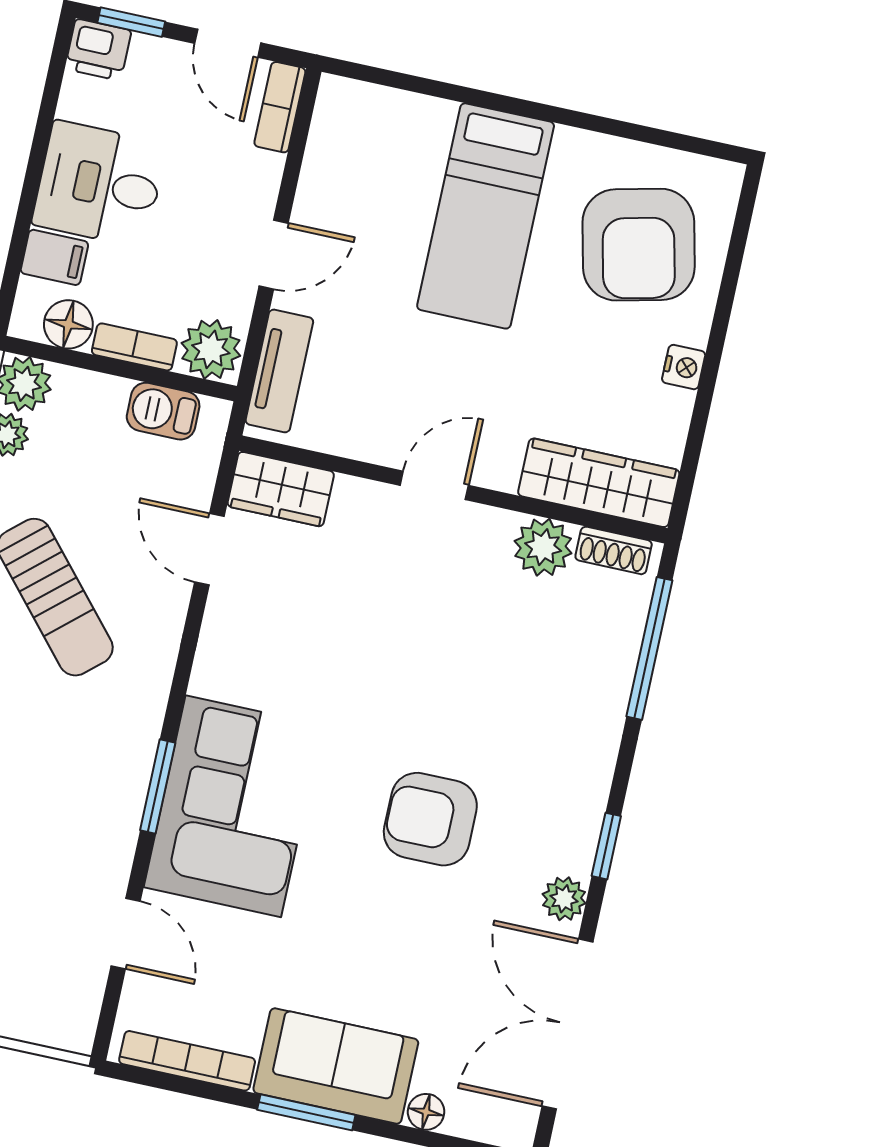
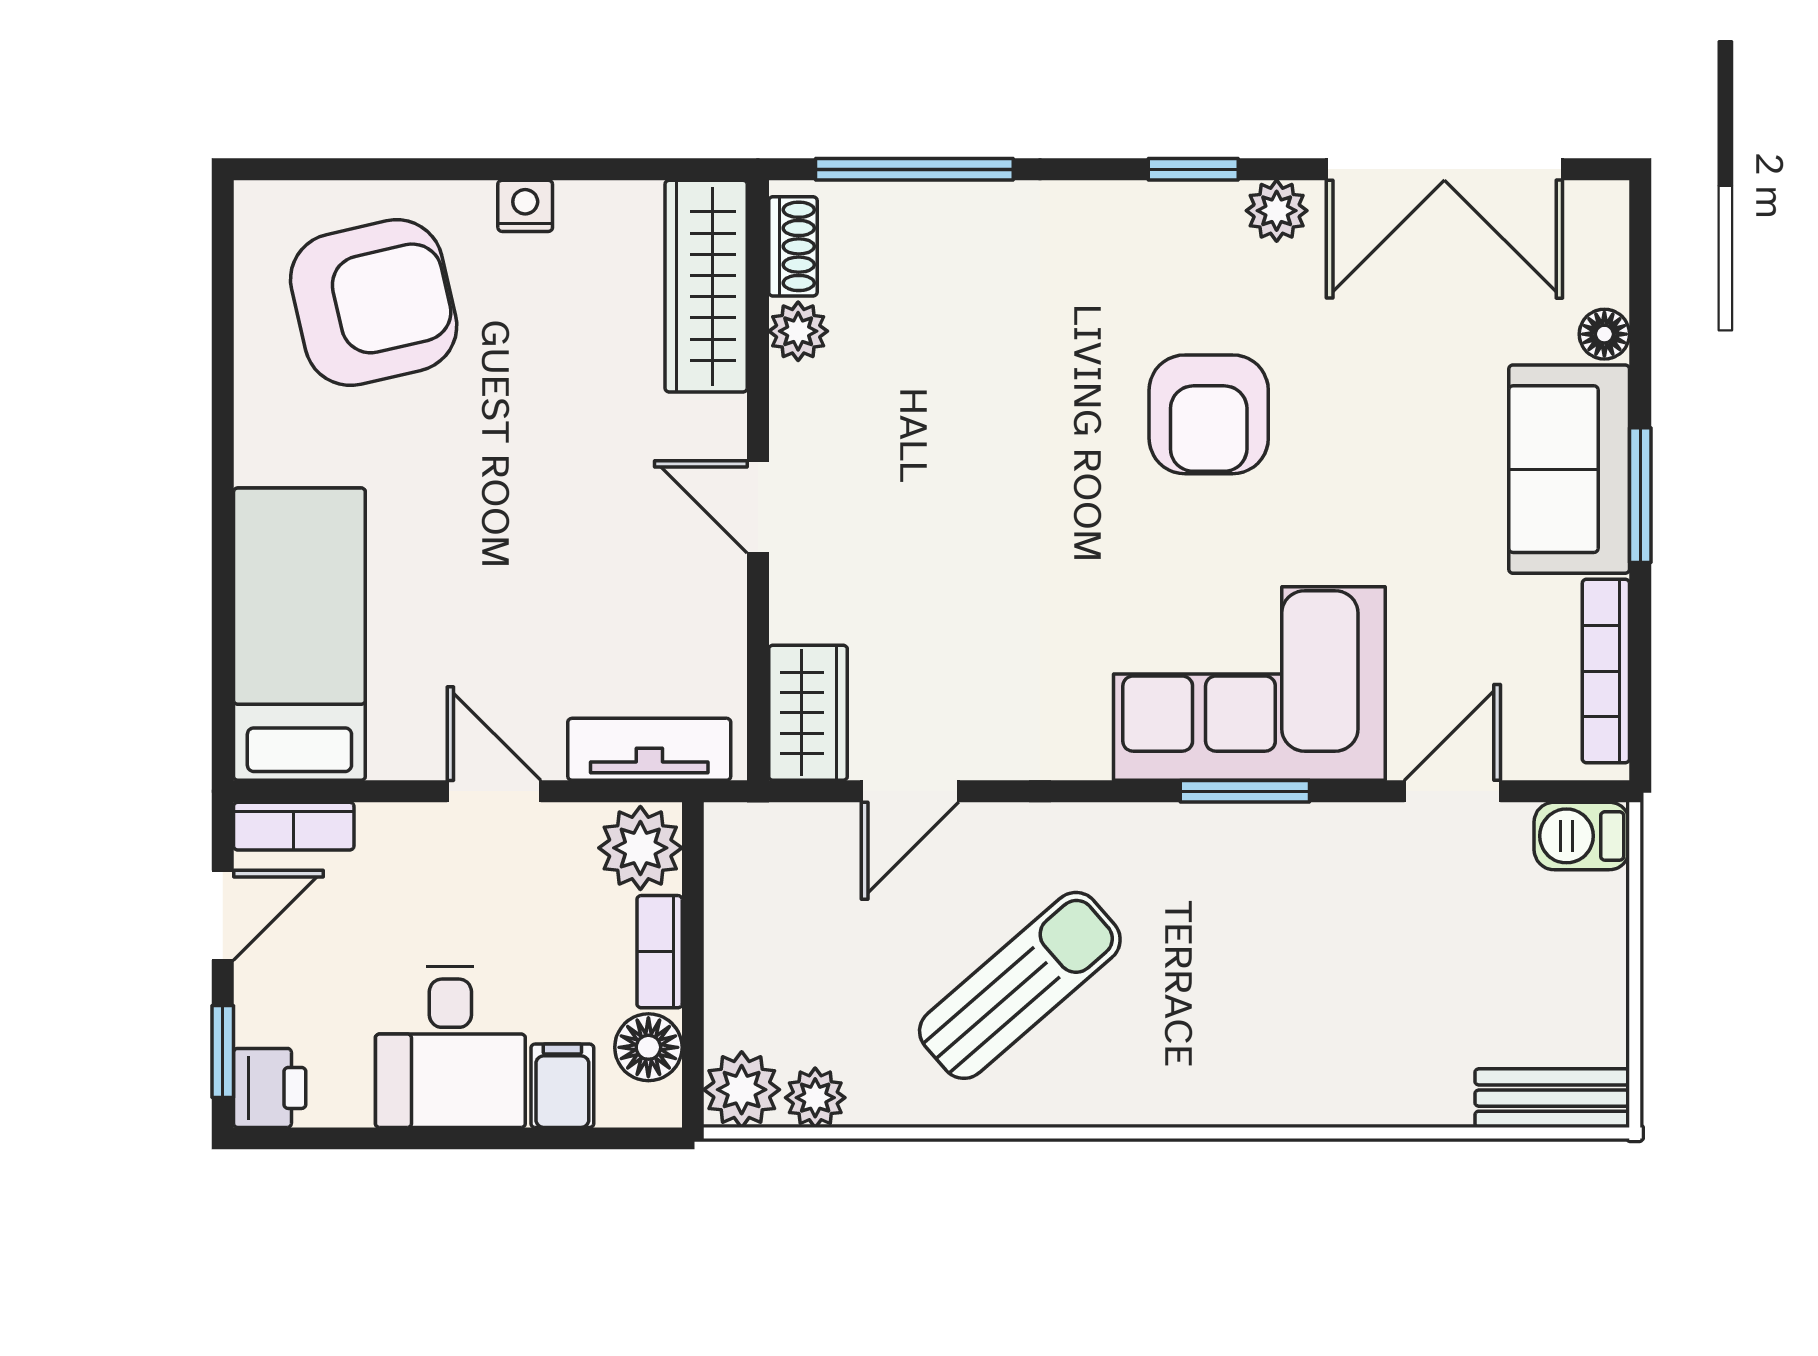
bed: (486, 216) -> (299, 634), moved, turned -90
barbecue: (163, 411) -> (1582, 836), moved, turned 90
plant: (543, 547) -> (798, 331), width x0.73, depth x0.73

